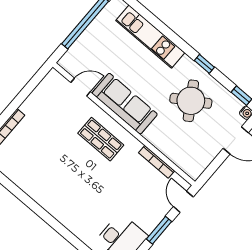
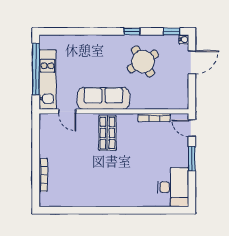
kitchen unit: (150, 37) -> (48, 80), moved, turned -90
door: (81, 87) -> (67, 111), swing flipped
shop shelf: (101, 139) -> (107, 133), turned 90

